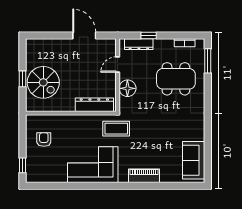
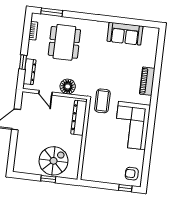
armchair: (44, 140) -> (132, 174), moved
sofa: (194, 160) -> (125, 34), moved

